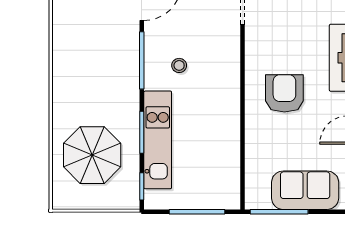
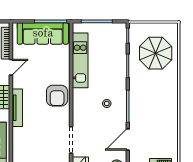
armchair: (284, 93) -> (57, 96), moved
kitchen unit: (158, 140) -> (80, 60), moved, turned 180
sofa: (305, 190) -> (43, 33), width x1.36

